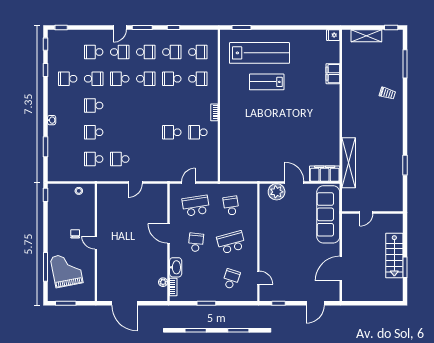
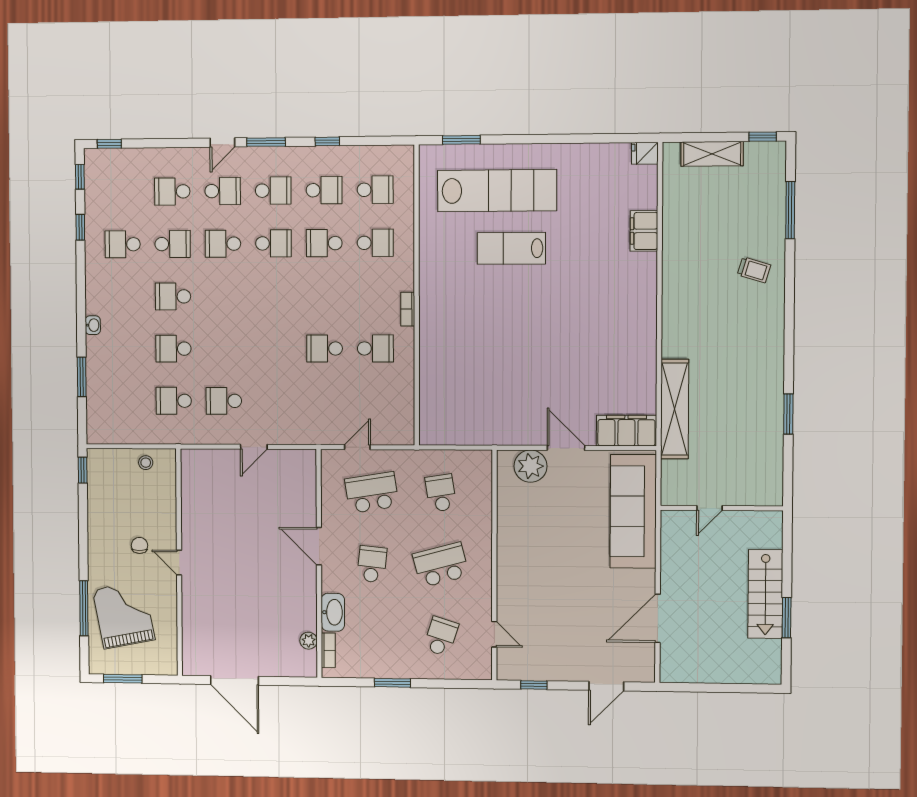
school desk: (198, 132) -> (375, 348), turned 180

